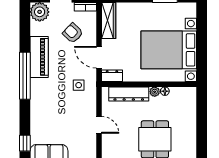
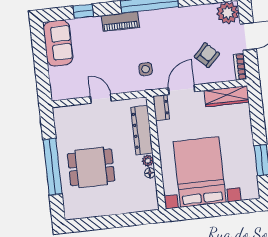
piano: (39, 57) -> (120, 22), moved, width x0.73, depth x0.75
door: (99, 125) -> (101, 99), swing flipped
window: (25, 143) -> (83, 11), moved

